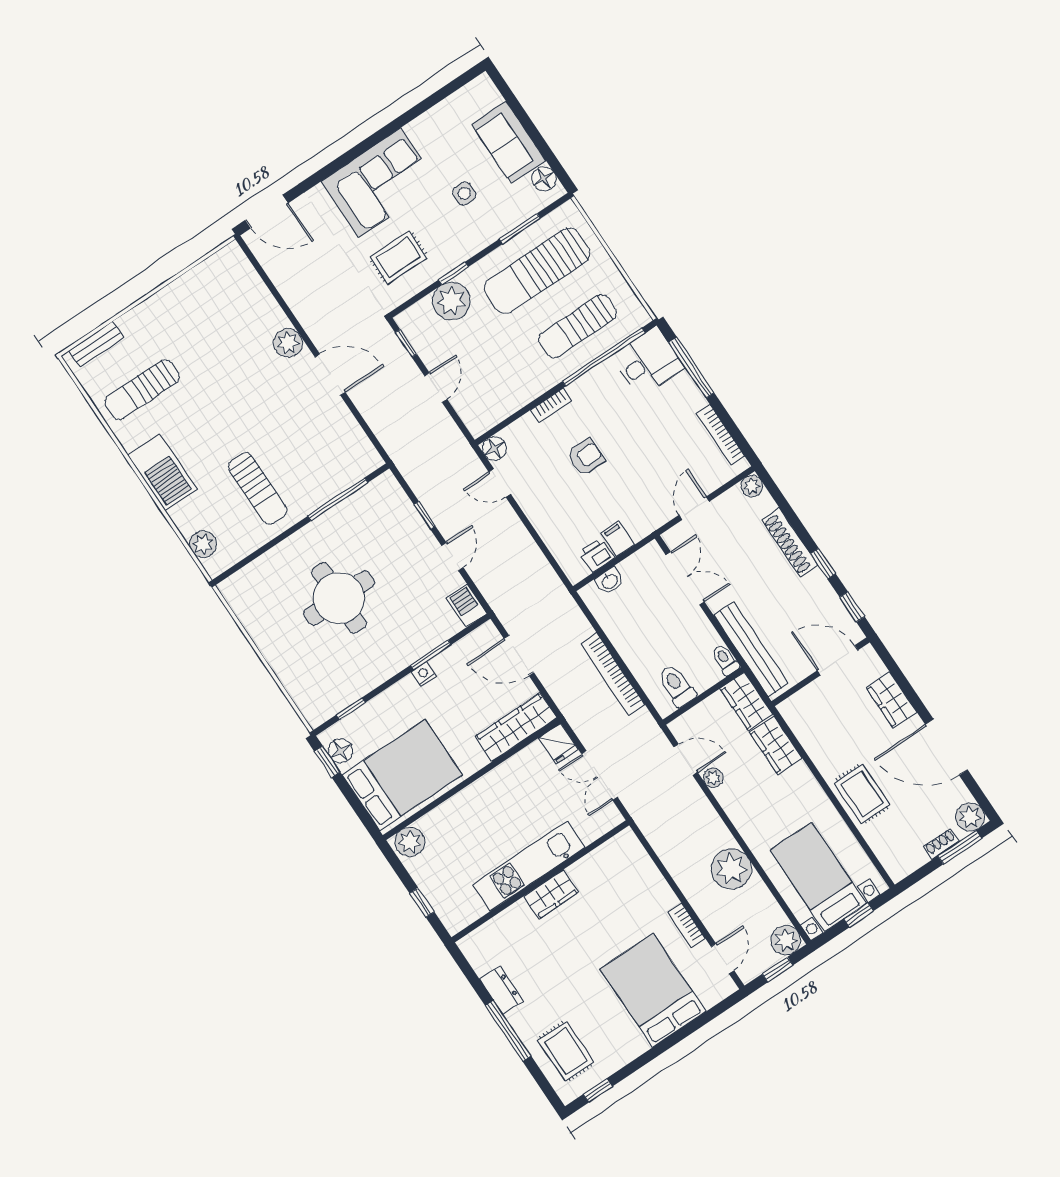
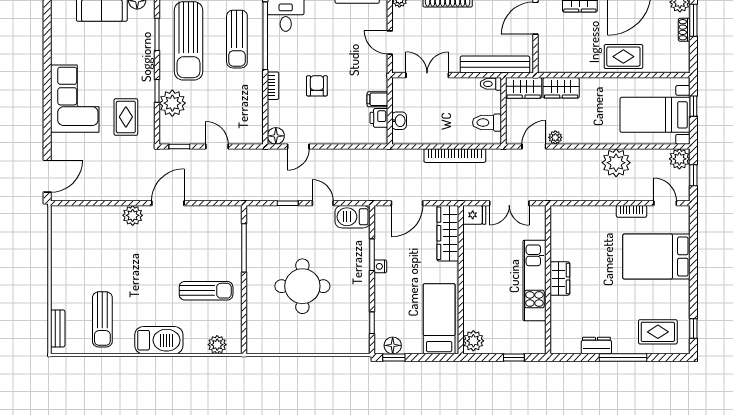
side table: (464, 194) -> (114, 53), removed
barbecue: (467, 606) -> (352, 217), width x1.38, depth x1.27
bed: (402, 775) -> (439, 319), width x0.67

